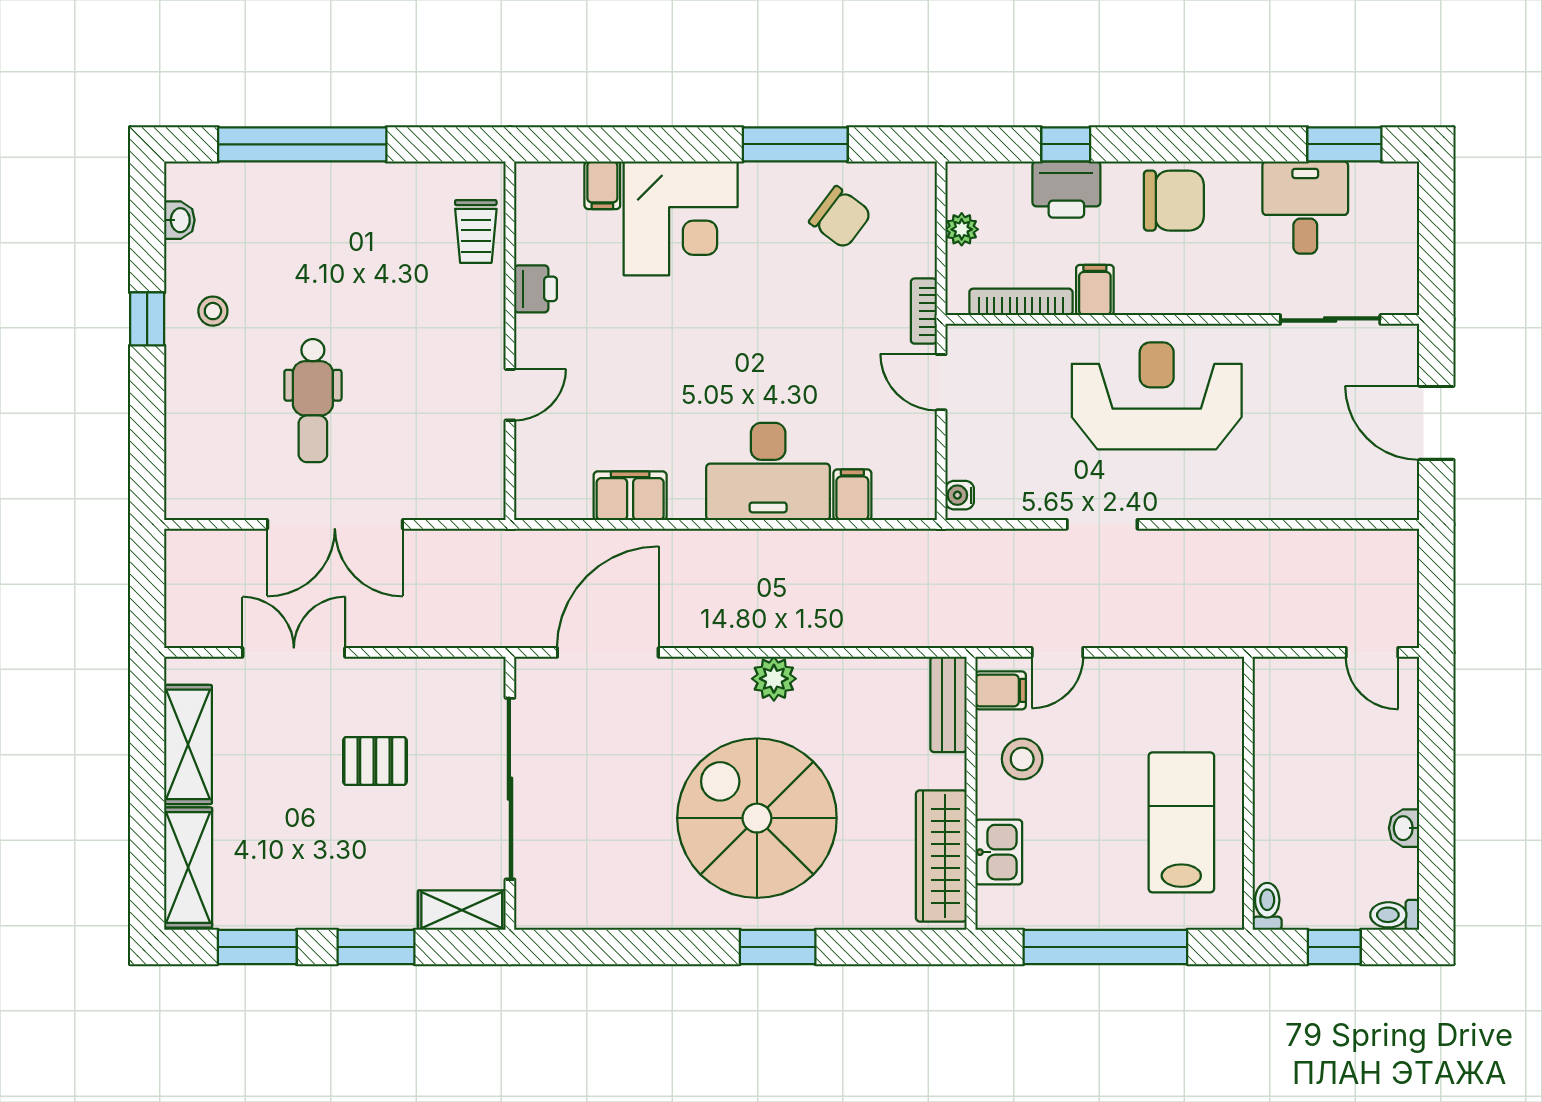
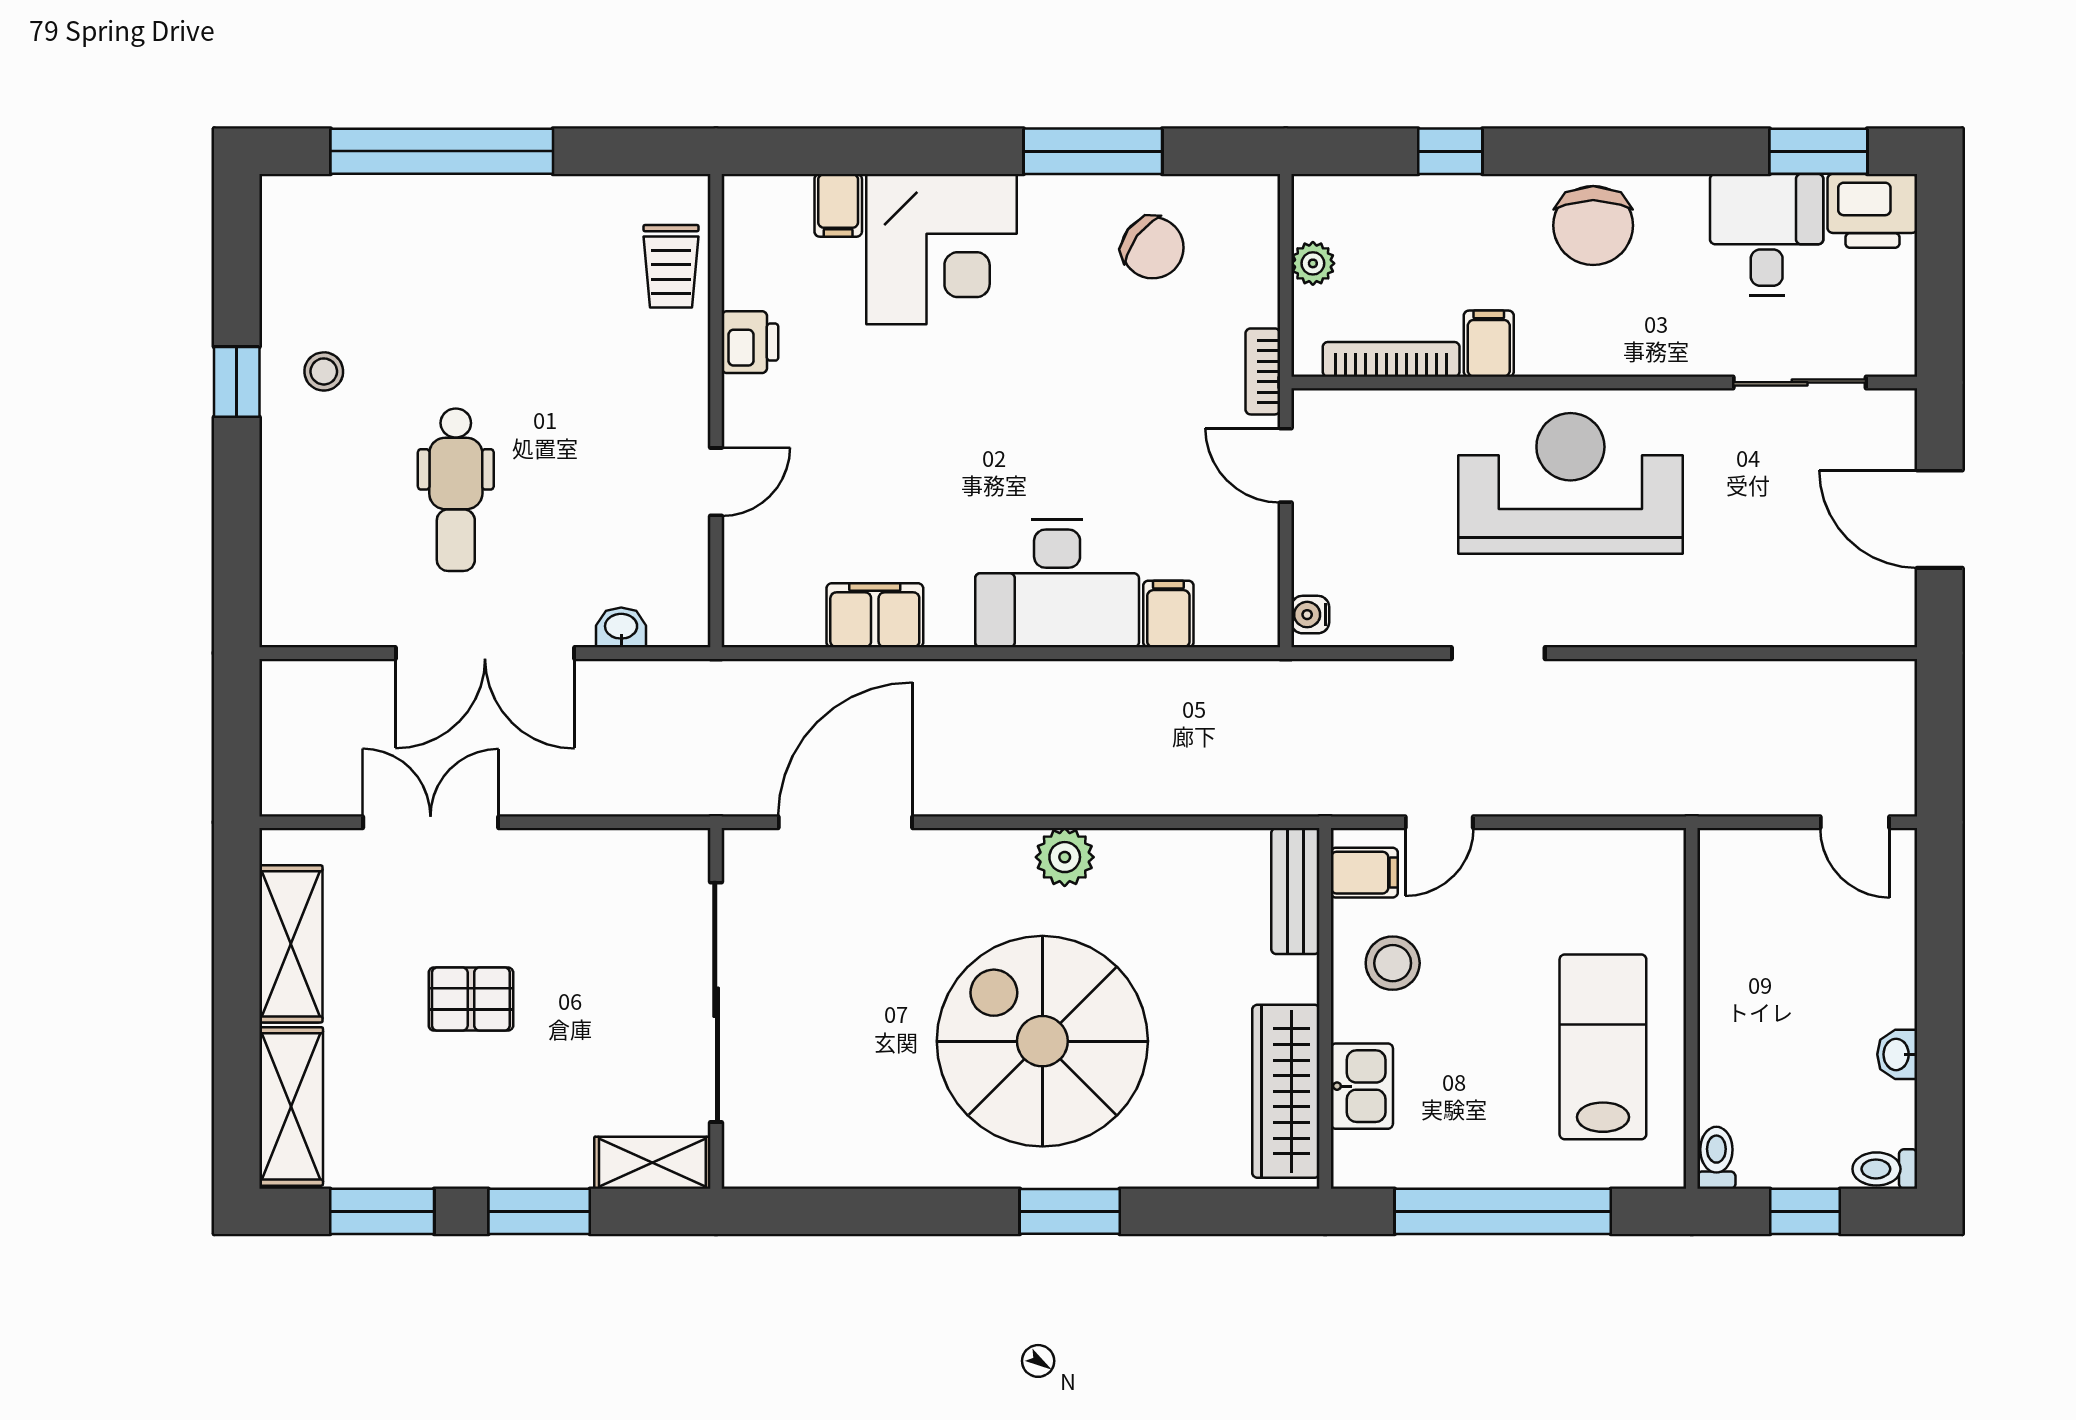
printer: (1066, 189) -> (1872, 211), moved
chair: (1174, 201) -> (1593, 225), turned 90
washbasin: (179, 220) -> (621, 627), moved, turned -90
pallet: (375, 761) -> (471, 999), moved

